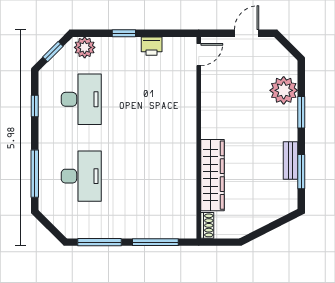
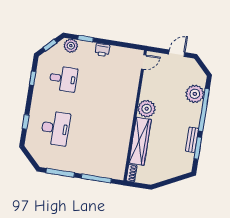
window: (124, 33) -> (86, 39), moved
printer: (152, 46) -> (102, 50), moved
desk: (81, 99) -> (63, 79), width x0.73
window: (301, 112) -> (204, 110), width x2.11
plant: (214, 124) -> (147, 109), added
window: (35, 174) -> (26, 122), width x0.46

